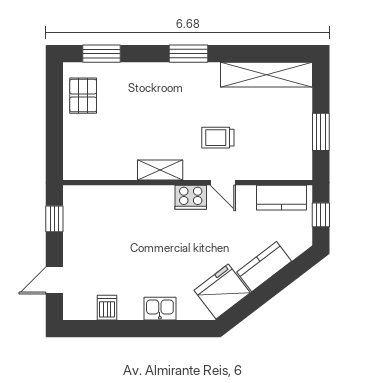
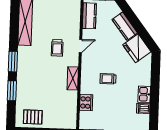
window: (101, 54) -> (12, 91), moved
cooker: (191, 197) -> (86, 103), moved
trolley: (162, 238) -> (108, 79), added
kitchen sink: (160, 309) -> (144, 94), moved

